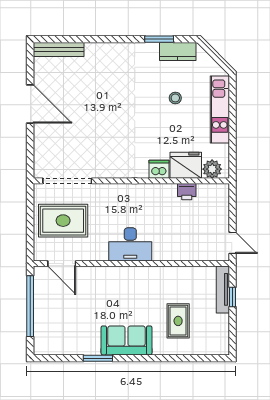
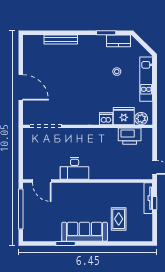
bench: (59, 50) -> (61, 39), moved
door: (30, 104) -> (21, 87), moved
printer: (187, 192) -> (130, 136), width x1.87, depth x1.48
rug: (63, 221) -> (43, 153), removed
desk: (130, 244) -> (75, 168), moved
sofa: (126, 340) -> (85, 232), width x1.36

